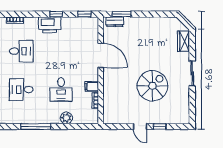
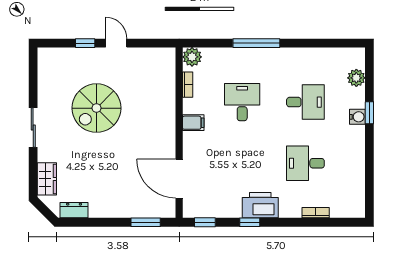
dresser: (115, 22) -> (74, 210), moved
door: (101, 55) -> (179, 179), moved
filing cabinet: (92, 87) -> (193, 123), moved
plant: (67, 118) -> (192, 57), moved
window: (36, 127) -> (256, 43), moved

